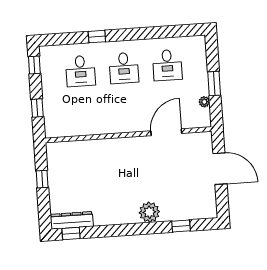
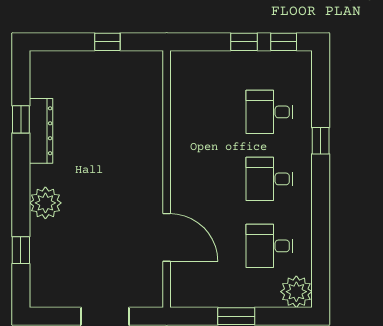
plant: (204, 102) -> (296, 292), moved, width x1.88, depth x1.88
window: (37, 108) -> (244, 42), moved
dresser: (72, 220) -> (41, 131), moved
window: (71, 233) -> (21, 119), moved

